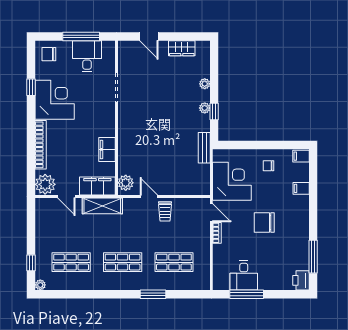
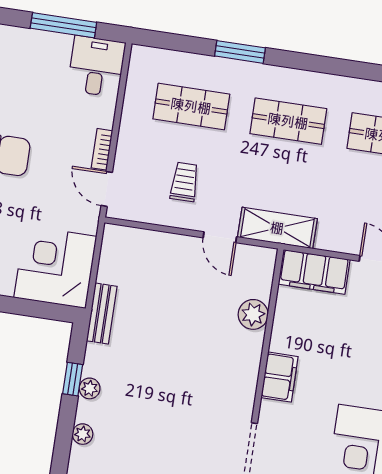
filing cabinet: (107, 149) -> (280, 377), moved
corner desk: (232, 181) -> (55, 267), moved, turned 90
plant: (126, 183) -> (253, 314), moved
shelving: (102, 206) -> (277, 228), moved
trolley: (165, 211) -> (184, 182), moved
desk: (244, 275) -> (96, 66), moved

